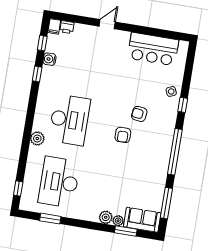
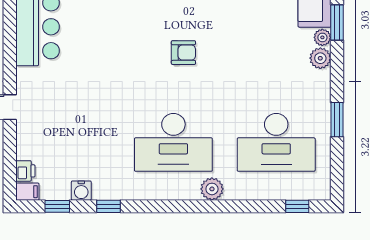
armchair: (139, 114) -> (145, 32), removed
desk: (69, 120) -> (173, 142), turned 180
window: (50, 219) -> (337, 120), moved

